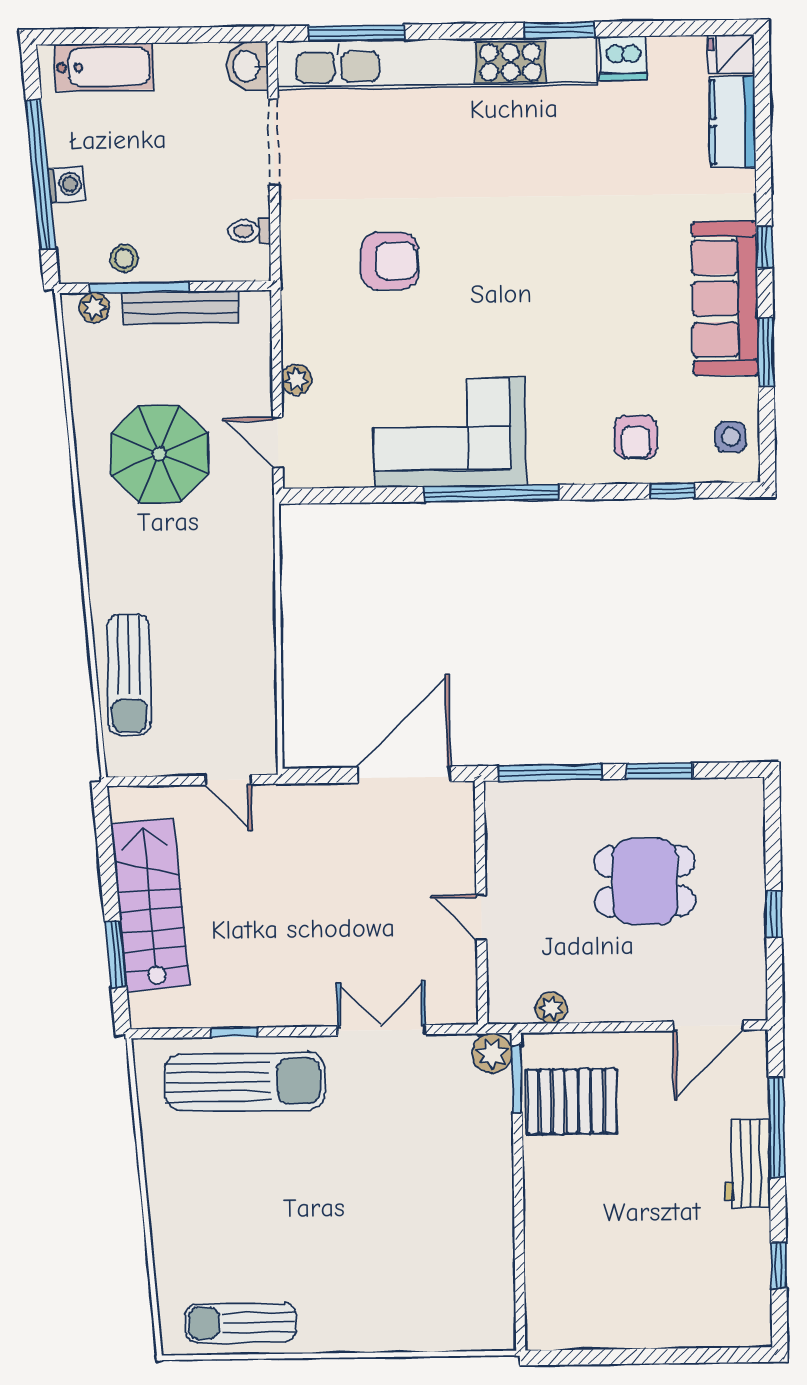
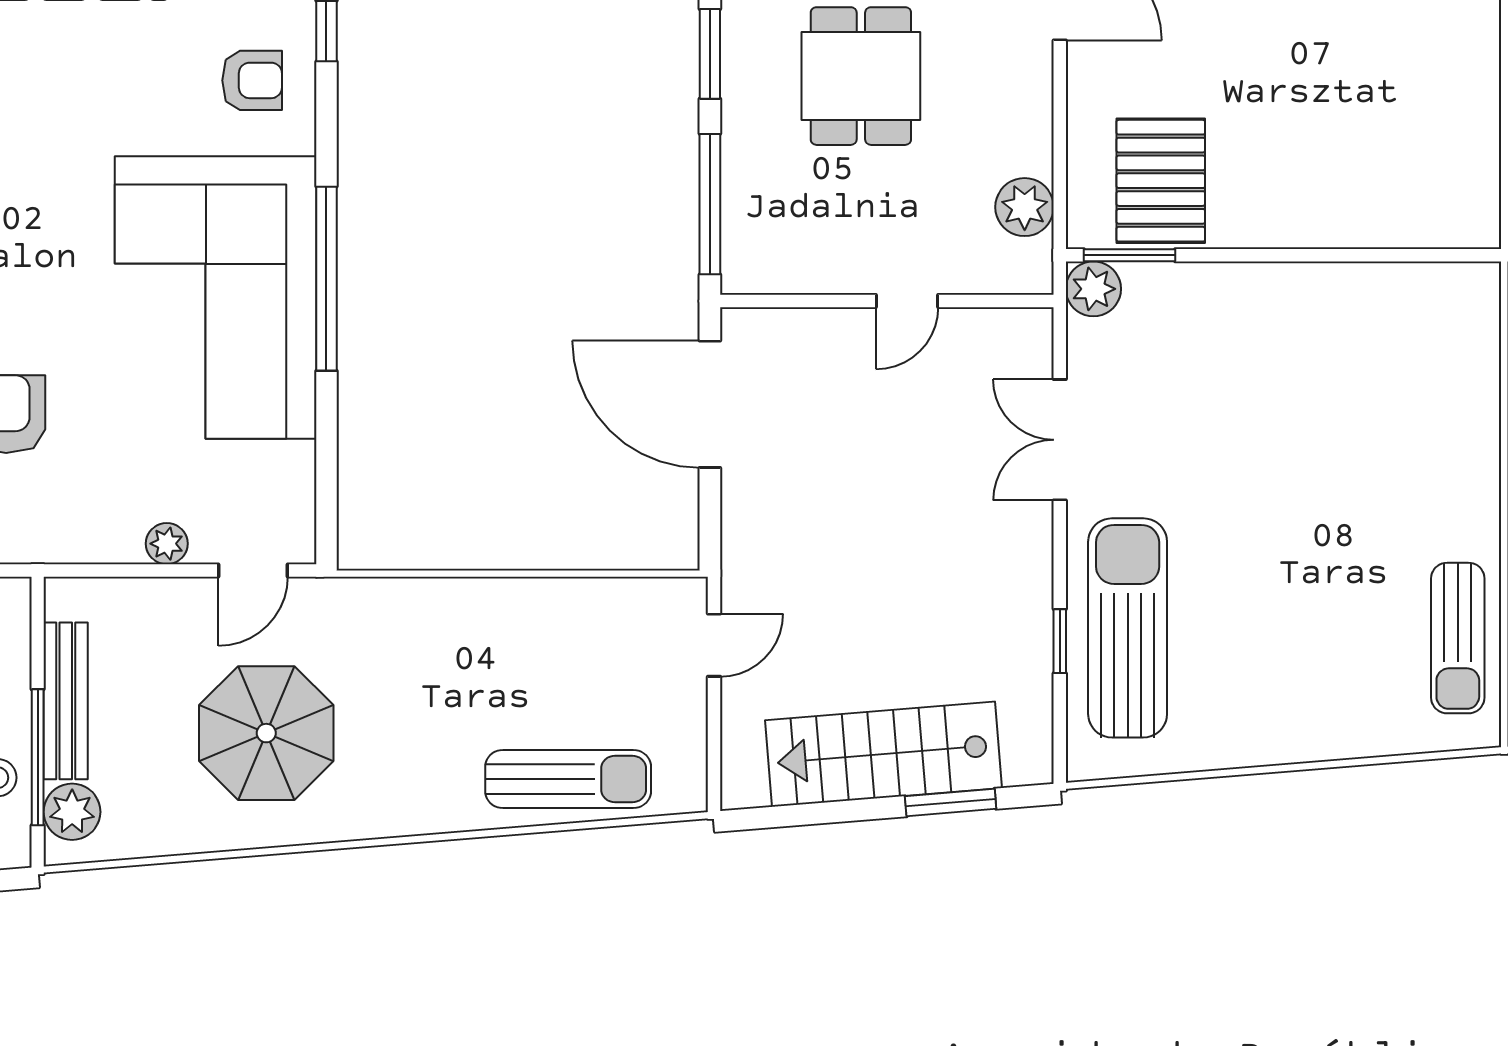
plant: (94, 308) -> (72, 812), width x1.38, depth x1.38
corner sofa: (450, 432) -> (216, 297), width x1.36, depth x1.36
plant: (551, 1008) -> (1025, 207), width x1.38, depth x1.38

